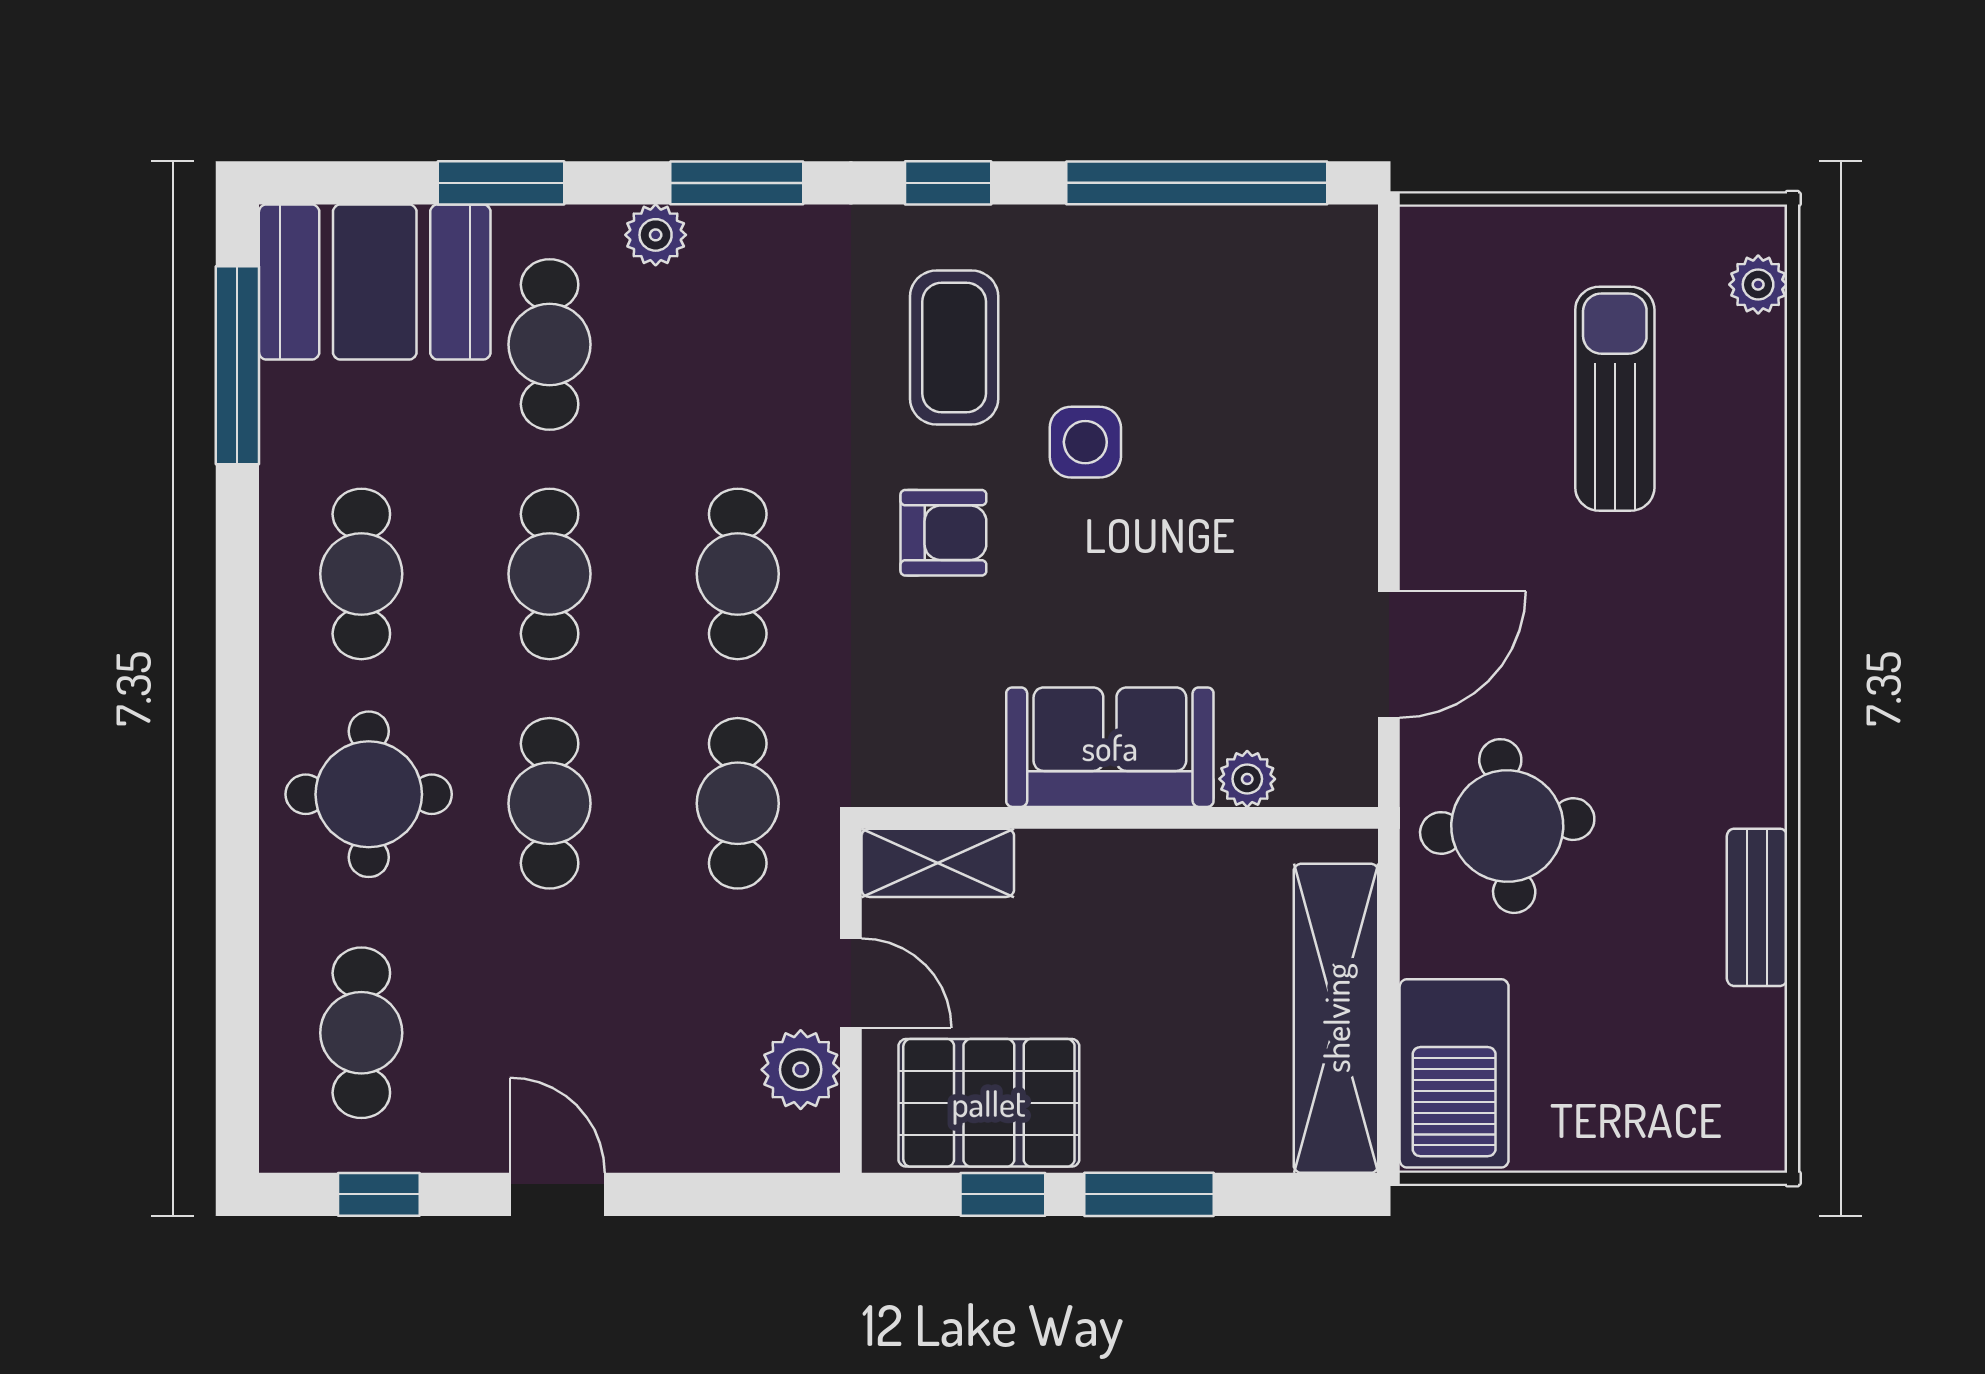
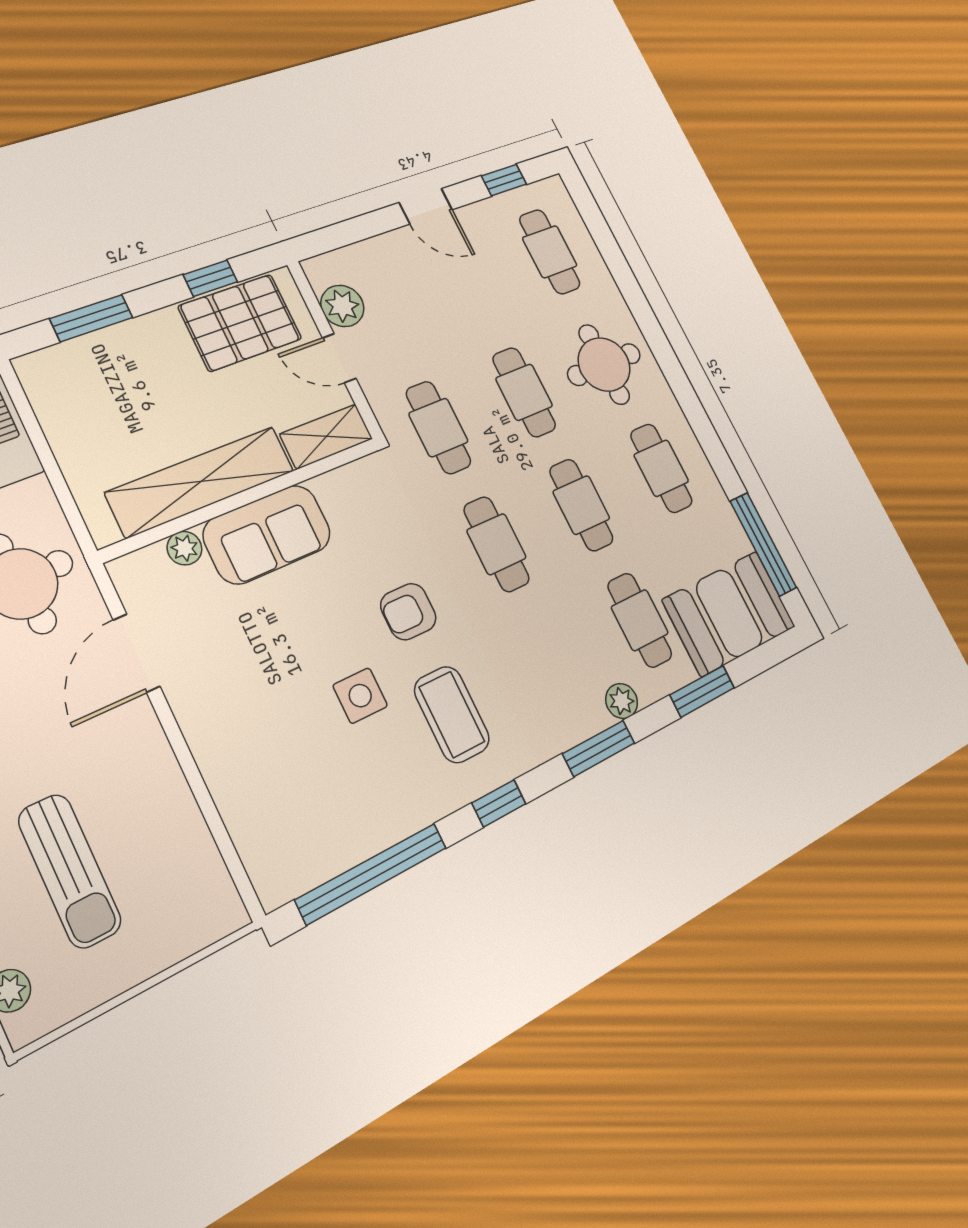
shelving: (1336, 1018) -> (201, 482), moved, turned 90
window: (1149, 1194) -> (91, 318), moved

